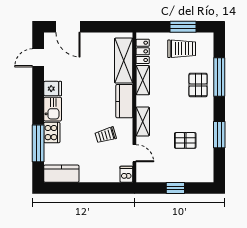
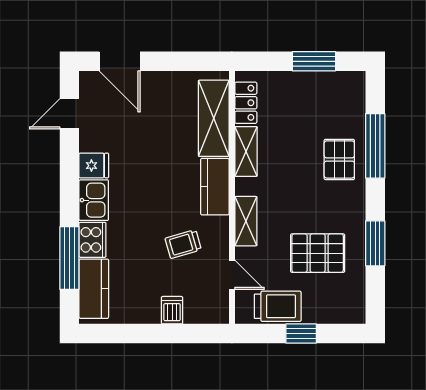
trolley: (182, 49) -> (278, 306), moved
pallet: (185, 140) -> (318, 253), width x1.50, depth x1.42
kitchen counter: (61, 174) -> (94, 289), moved, turned 90
dishwasher: (126, 174) -> (172, 310), moved

